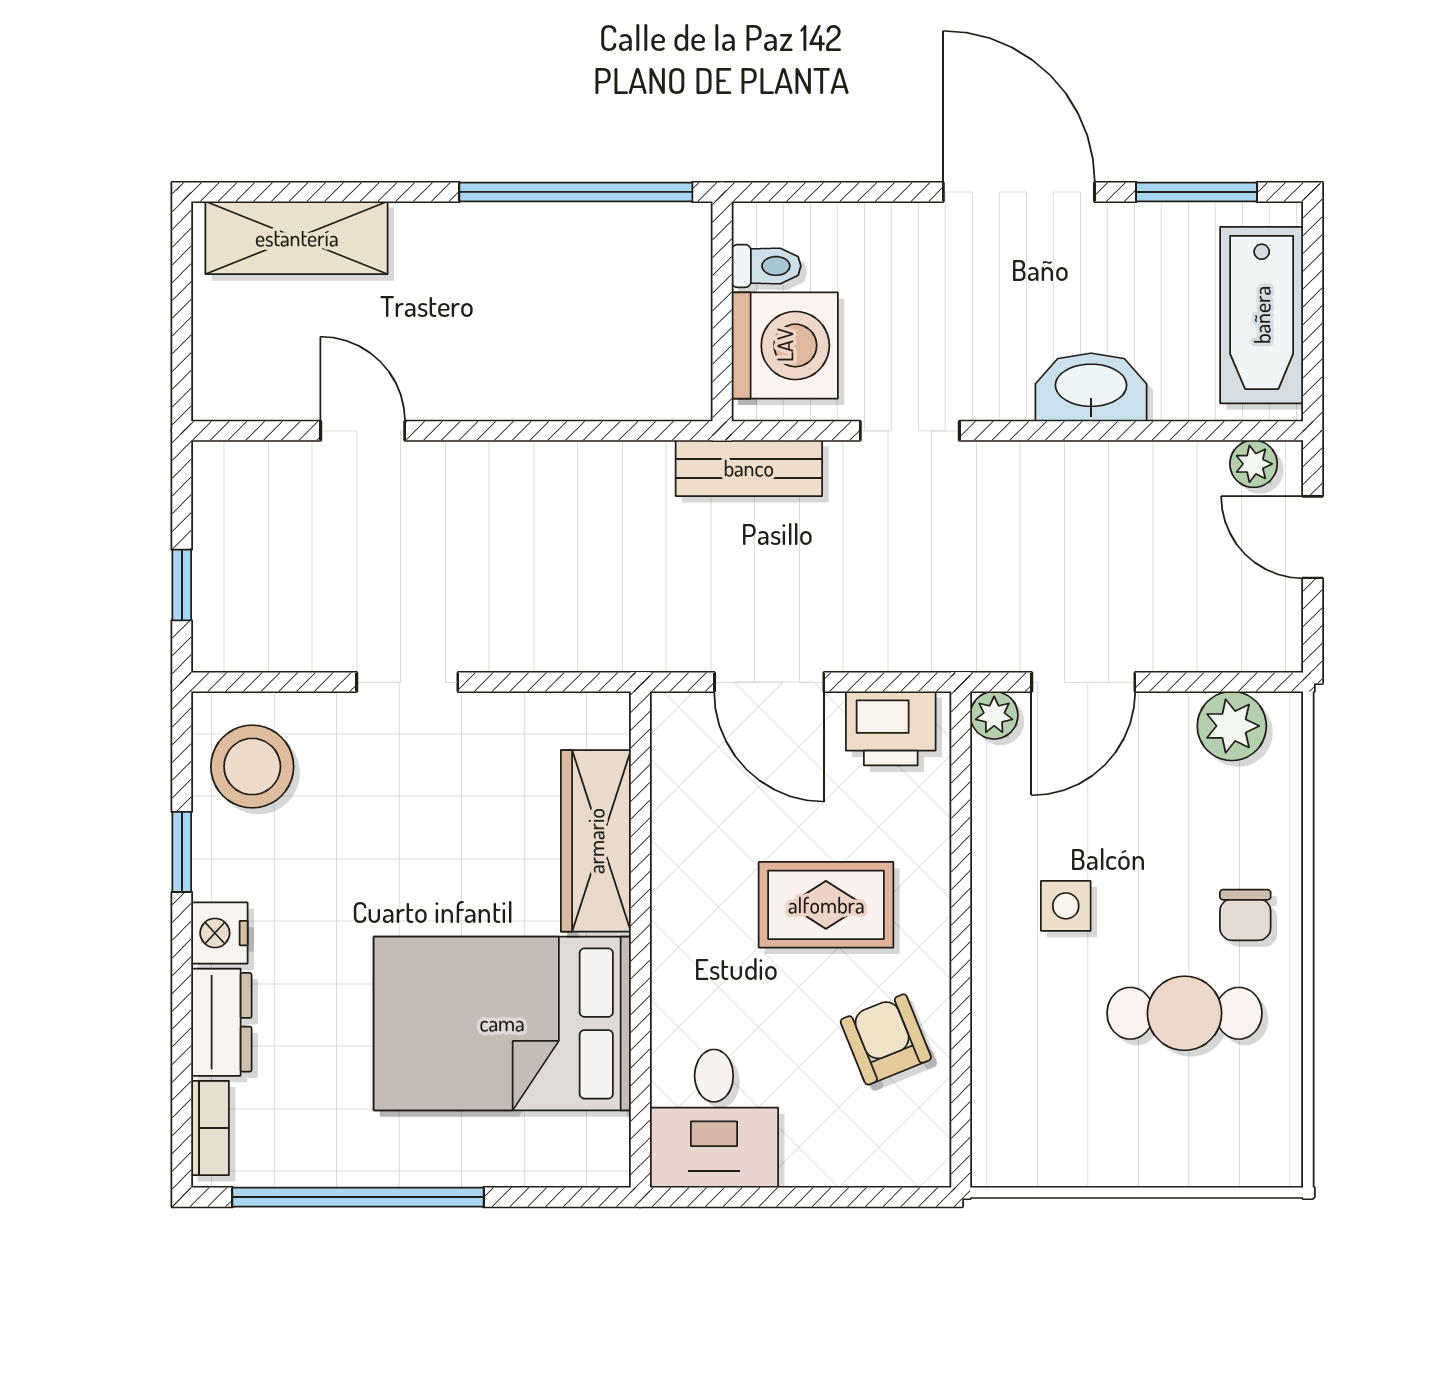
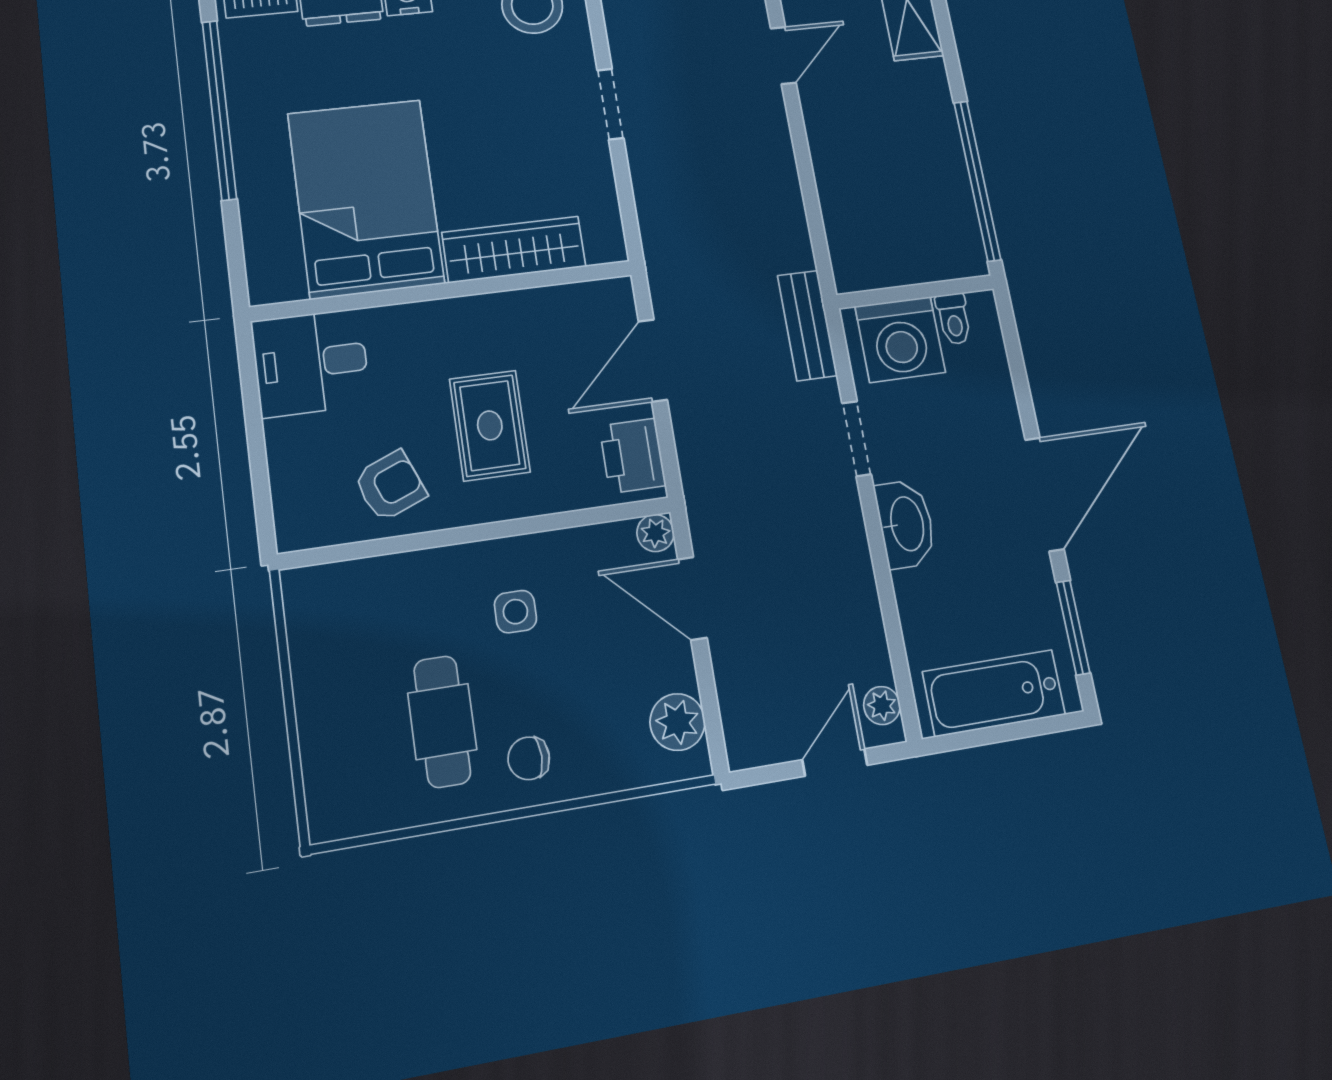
washbasin: (1091, 387) -> (906, 524), moved

